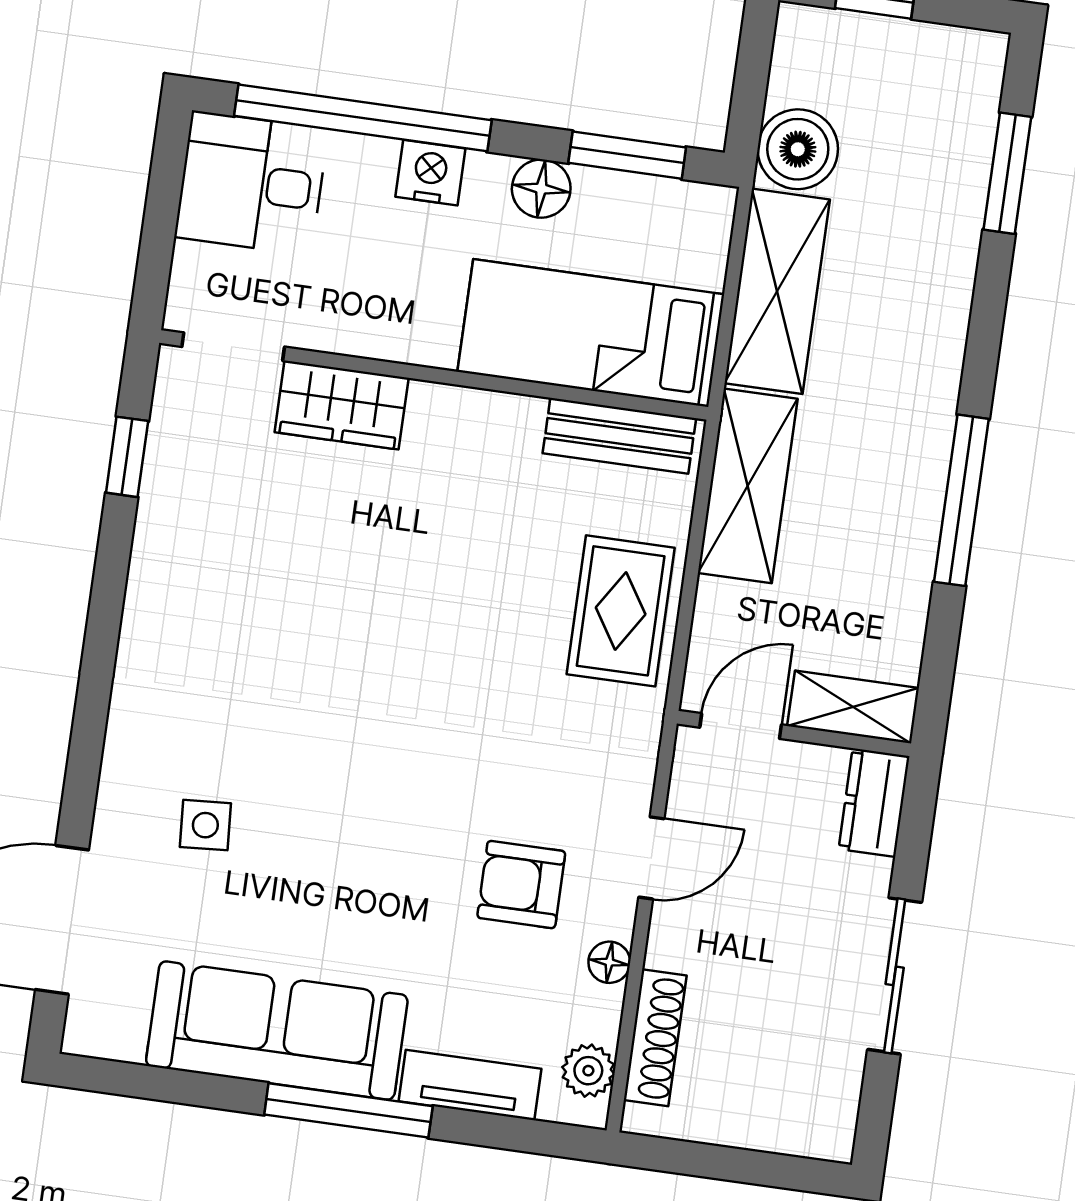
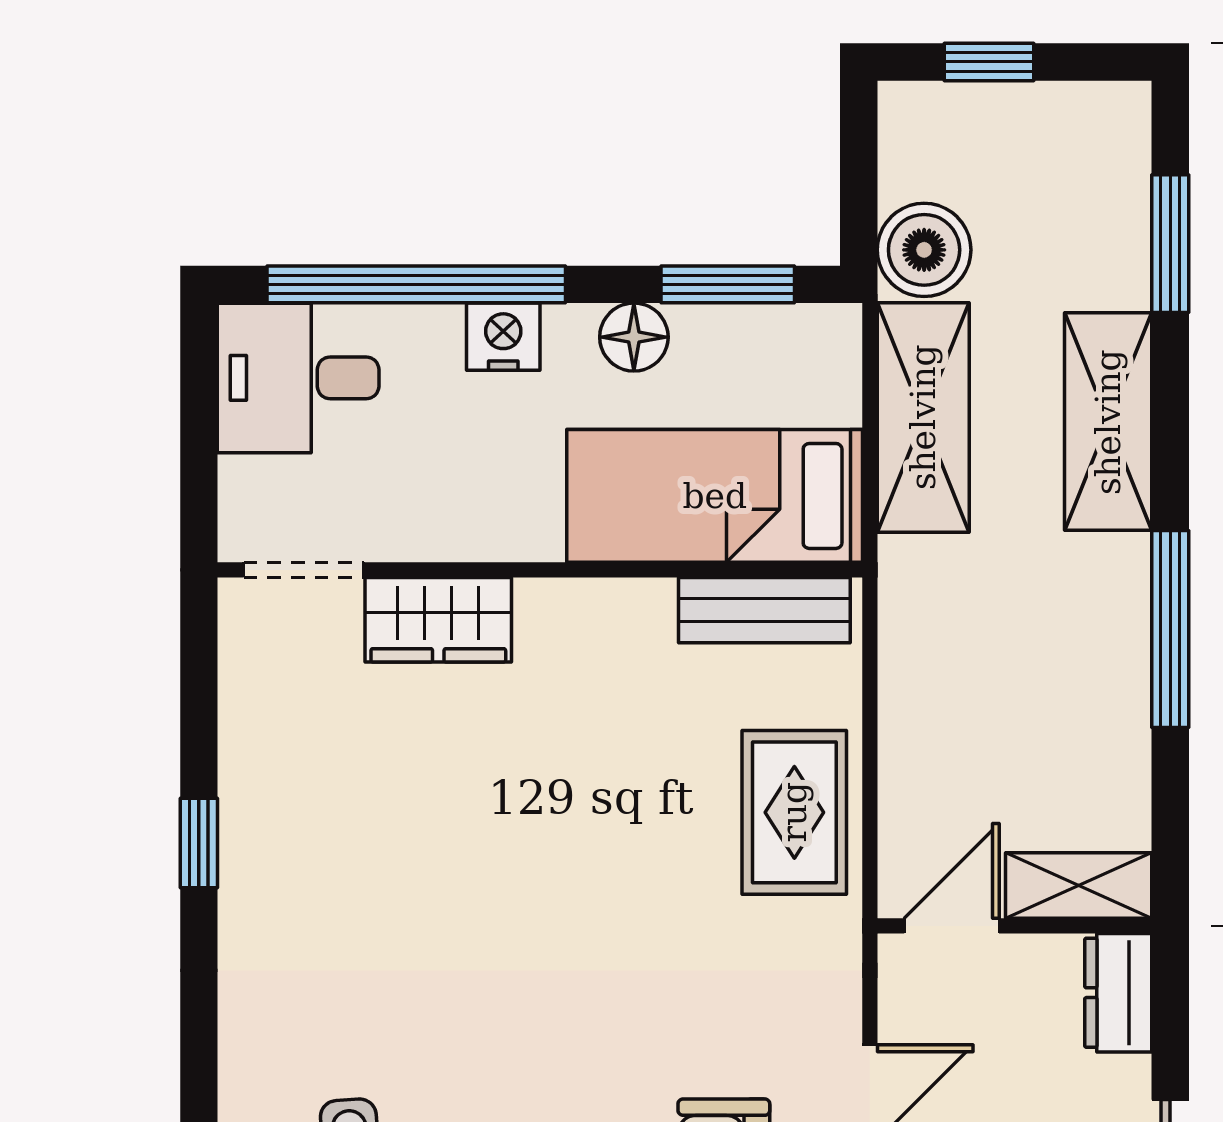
window: (127, 457) -> (199, 843), moved
shelving: (748, 486) -> (1108, 422), moved

